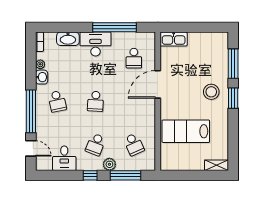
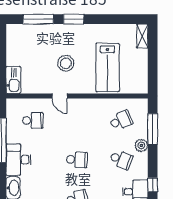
door: (158, 84) -> (60, 96), width x0.53
stool: (211, 92) -> (66, 63), moved
window: (90, 175) -> (153, 185), moved

